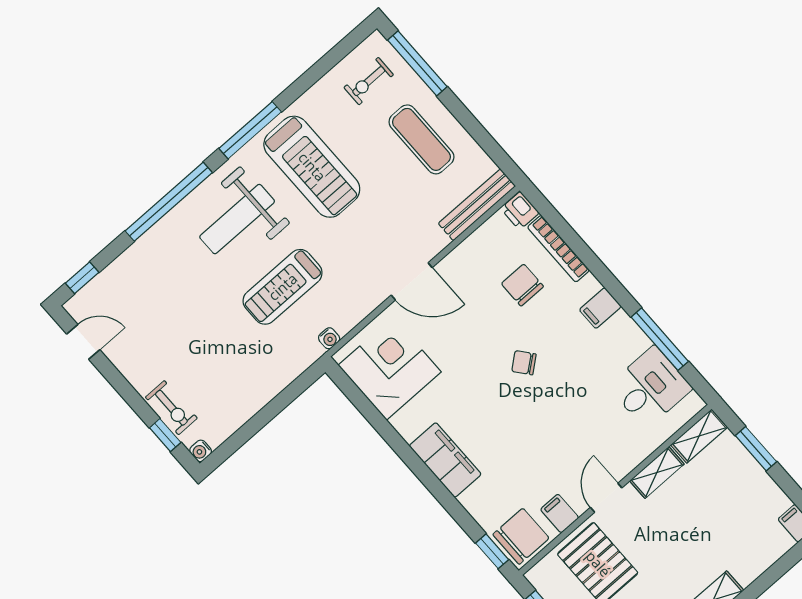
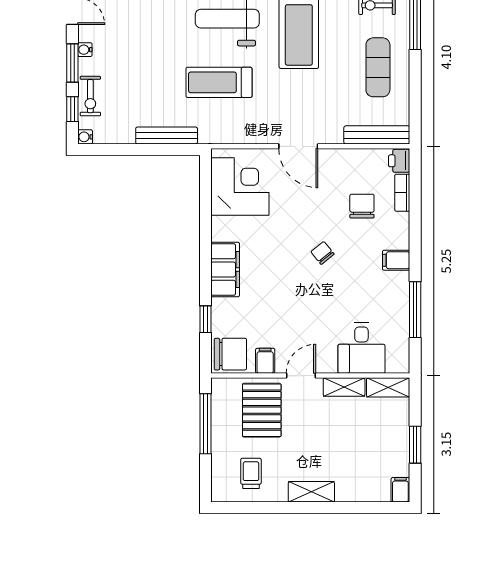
bookcase: (558, 249) -> (402, 193), width x0.64
water cooler: (329, 338) -> (85, 50), moved, turned 90
bench: (277, 381) -> (167, 136), added
desk: (650, 387) -> (361, 348), moved, turned 90
window: (127, 391) -> (72, 63), added
window: (756, 449) -> (415, 445), moved
window: (492, 551) -> (206, 319), moved

